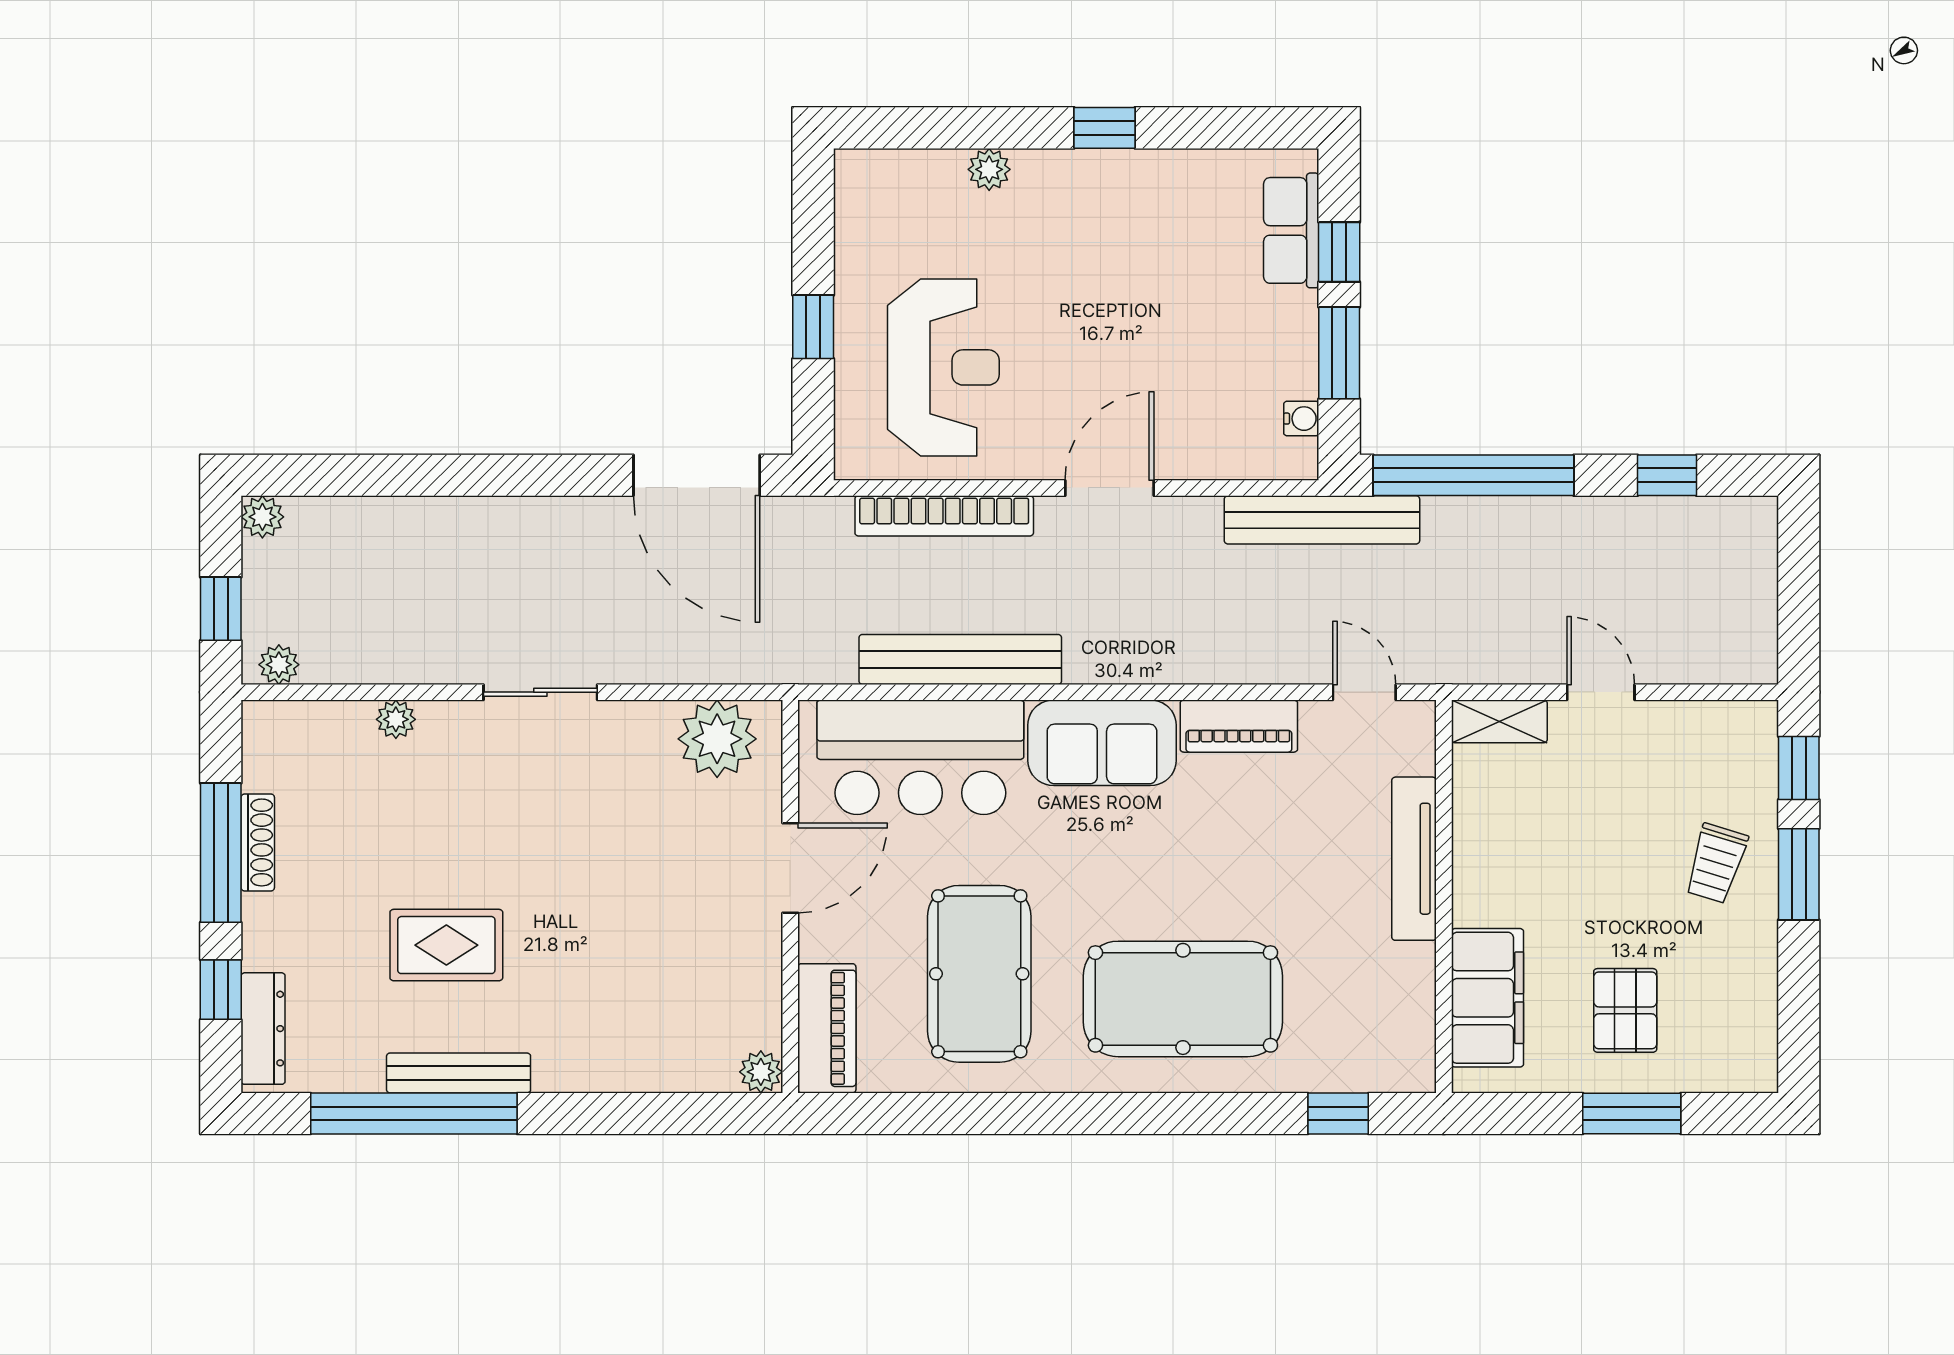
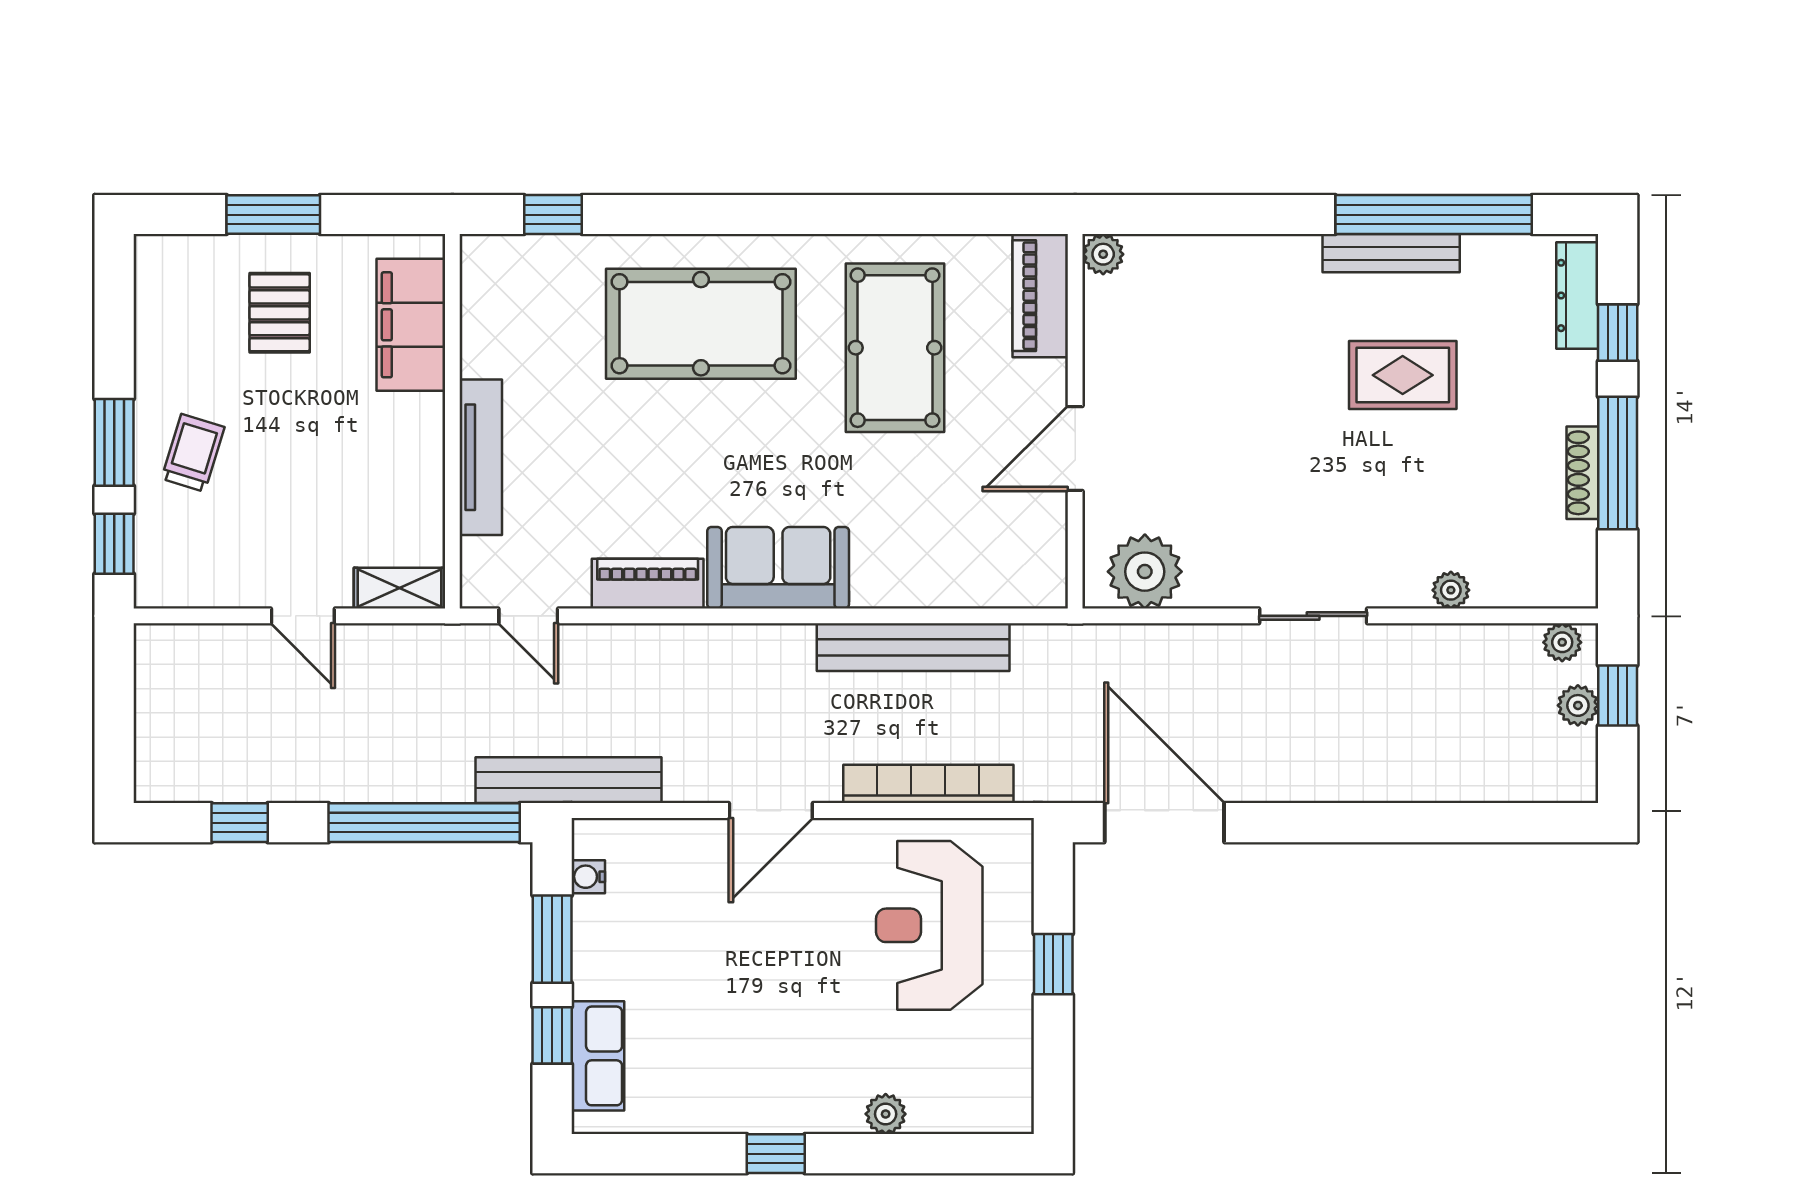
plant: (262, 517) -> (1578, 705), moved
bar counter: (920, 757) -> (951, 554), removed

